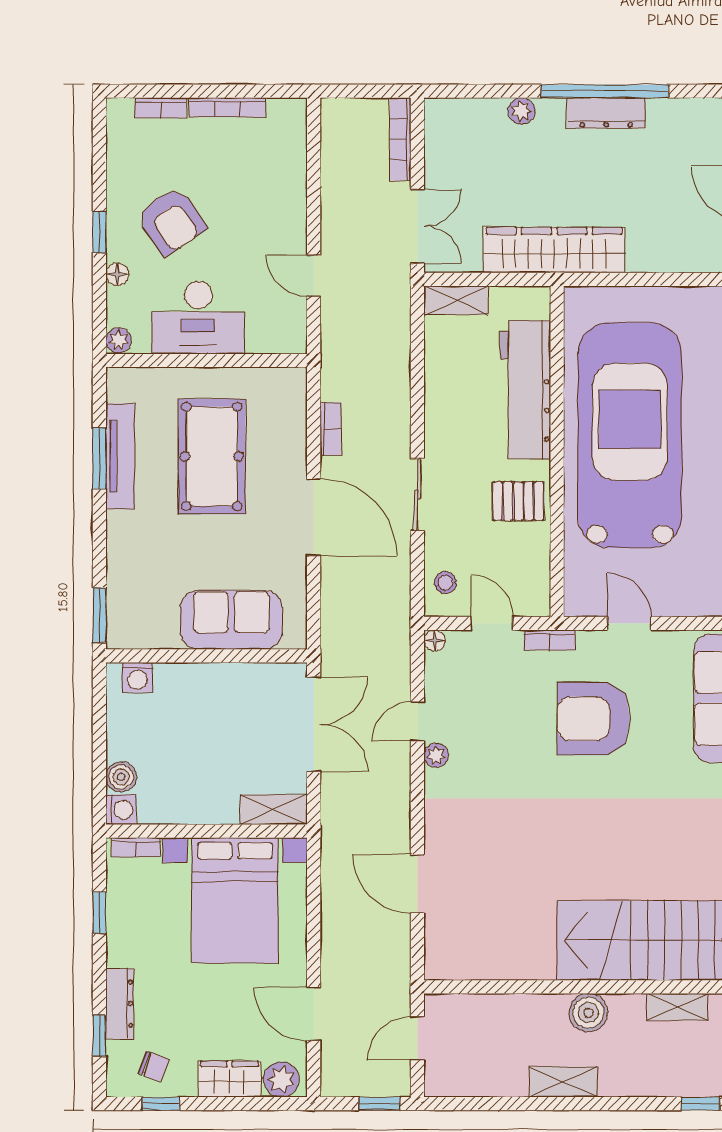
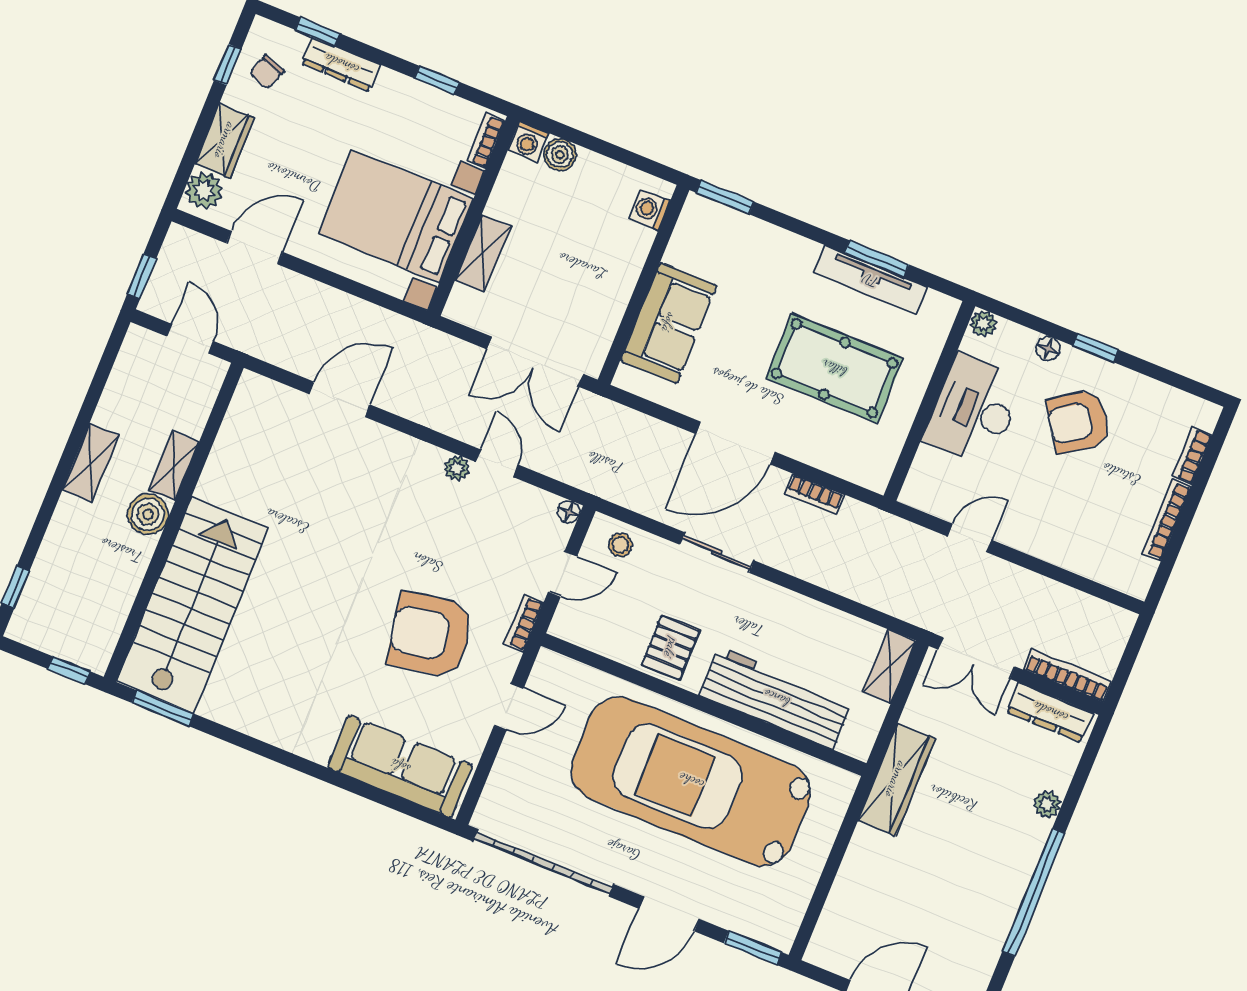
dresser: (606, 113) -> (1050, 712), moved, turned -90
wardrobe: (554, 250) -> (896, 780), width x0.71, depth x0.85
car: (630, 435) -> (691, 781), turned 180
armchair: (594, 719) -> (430, 635), turned -100
shelving: (274, 809) -> (483, 253), moved
shelving: (677, 1007) -> (174, 466), moved

